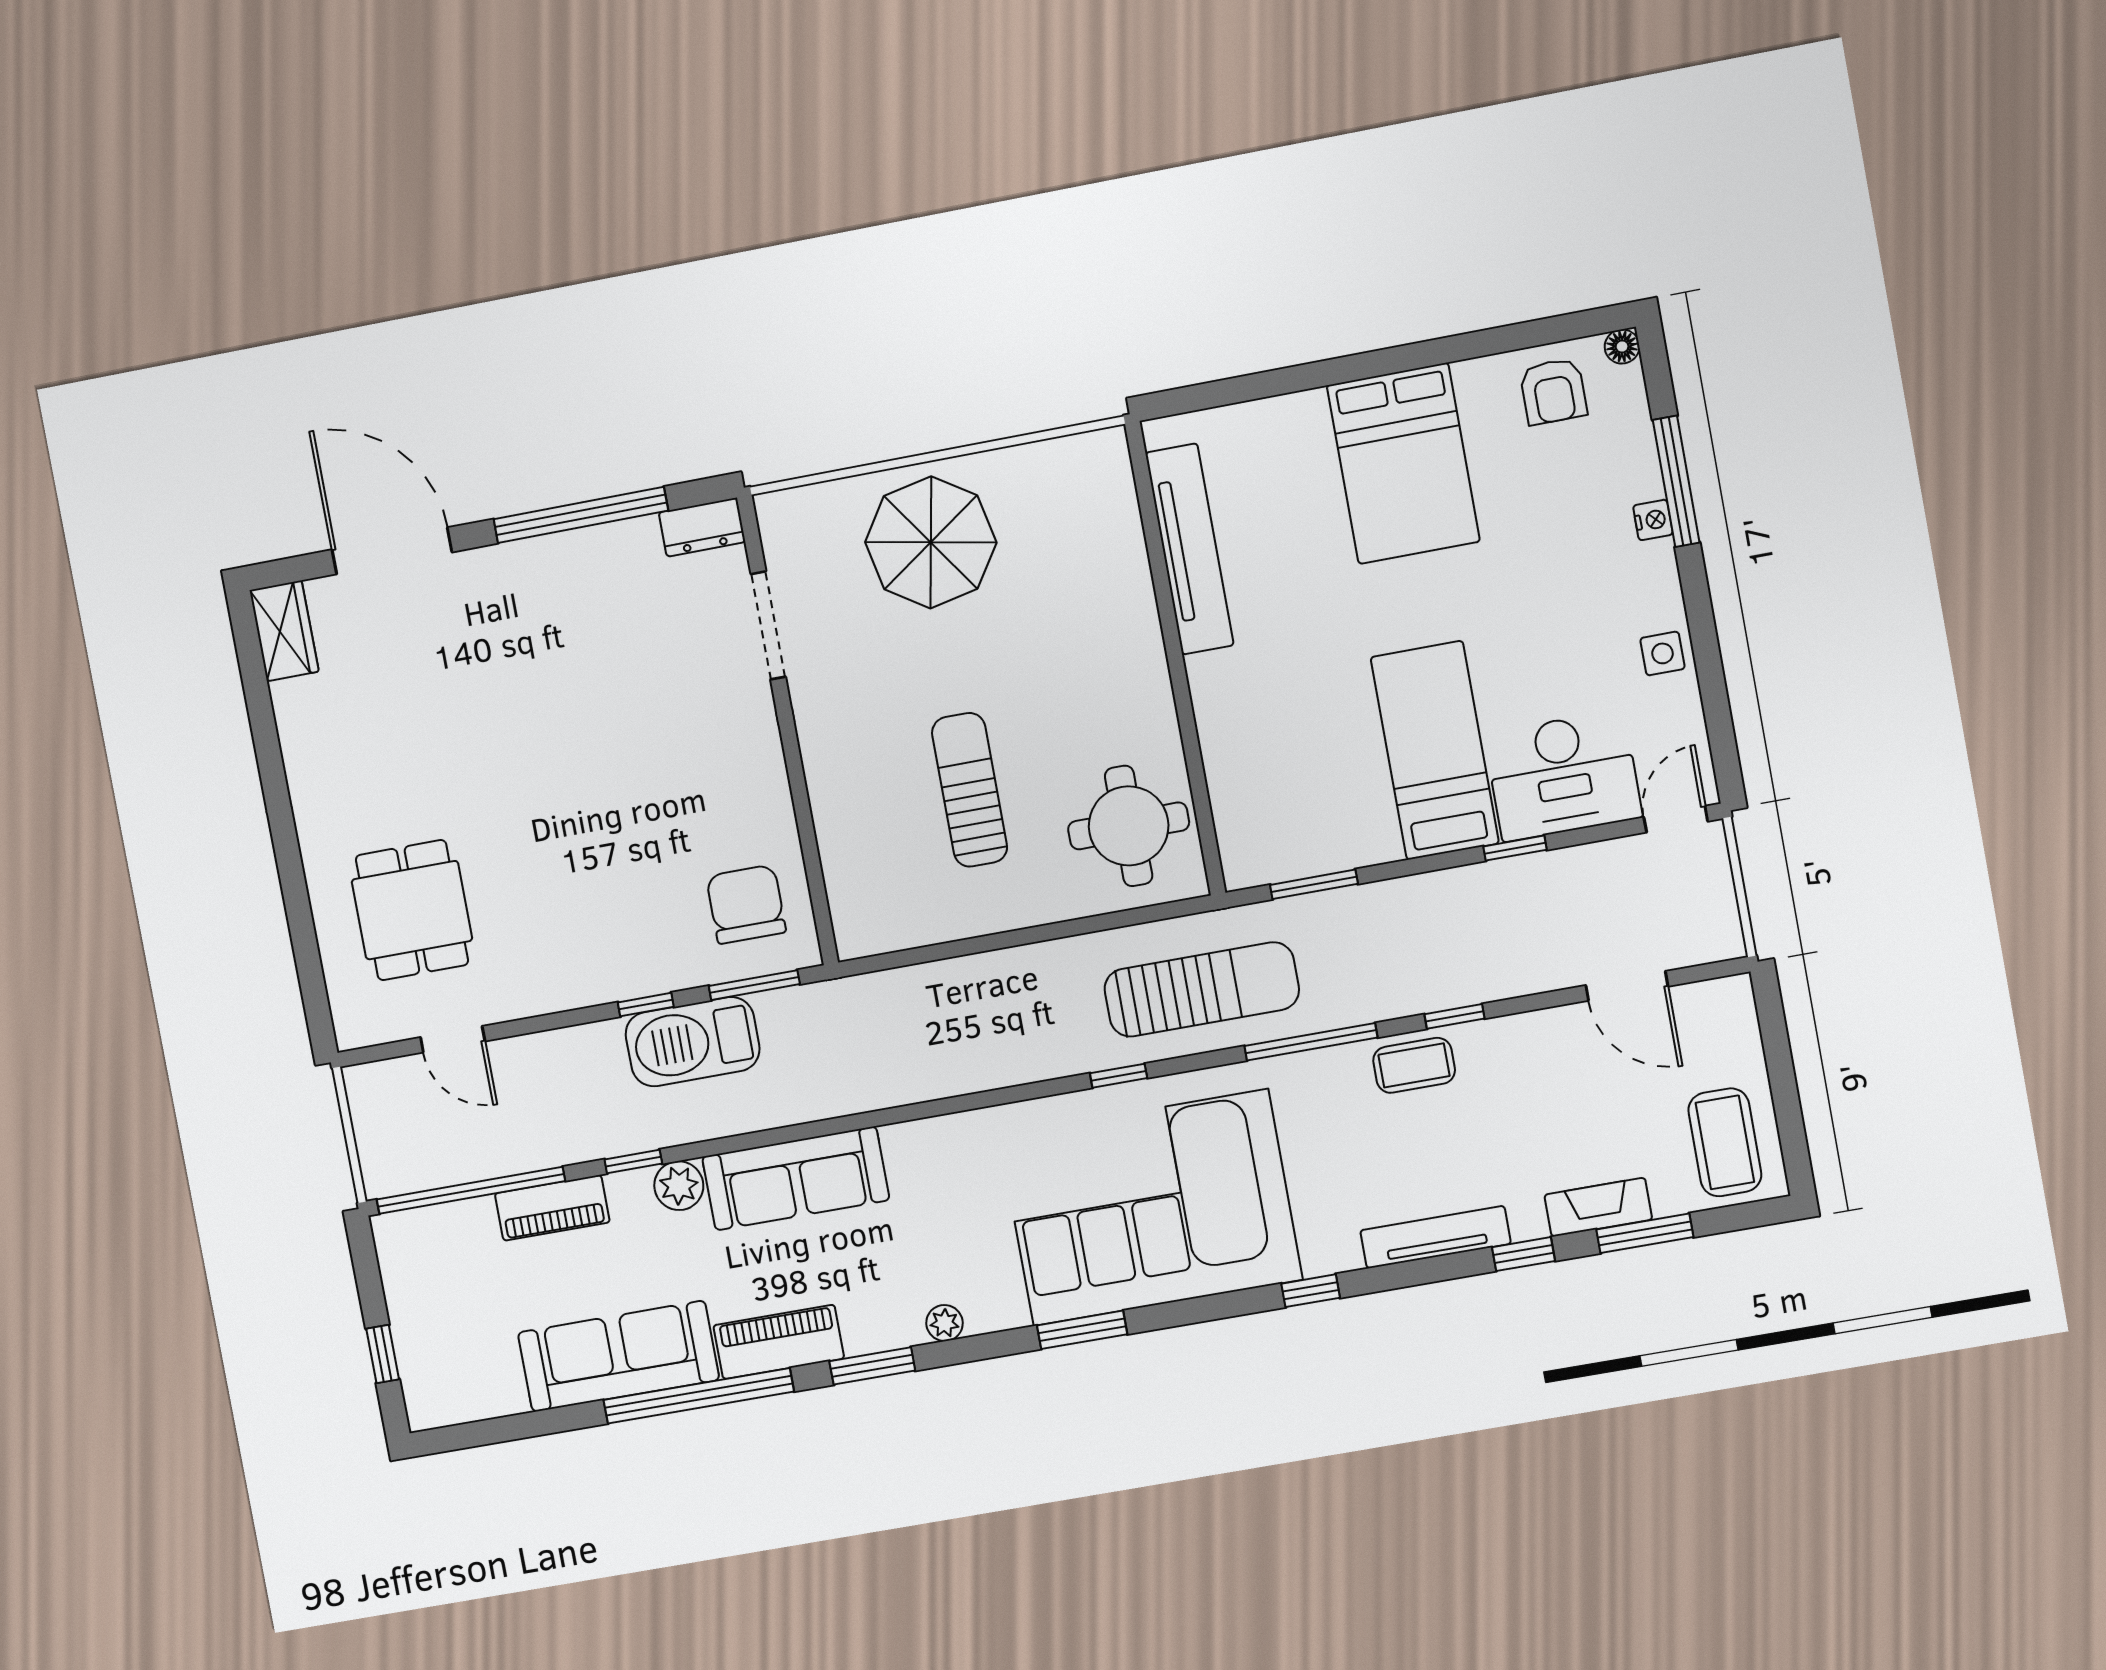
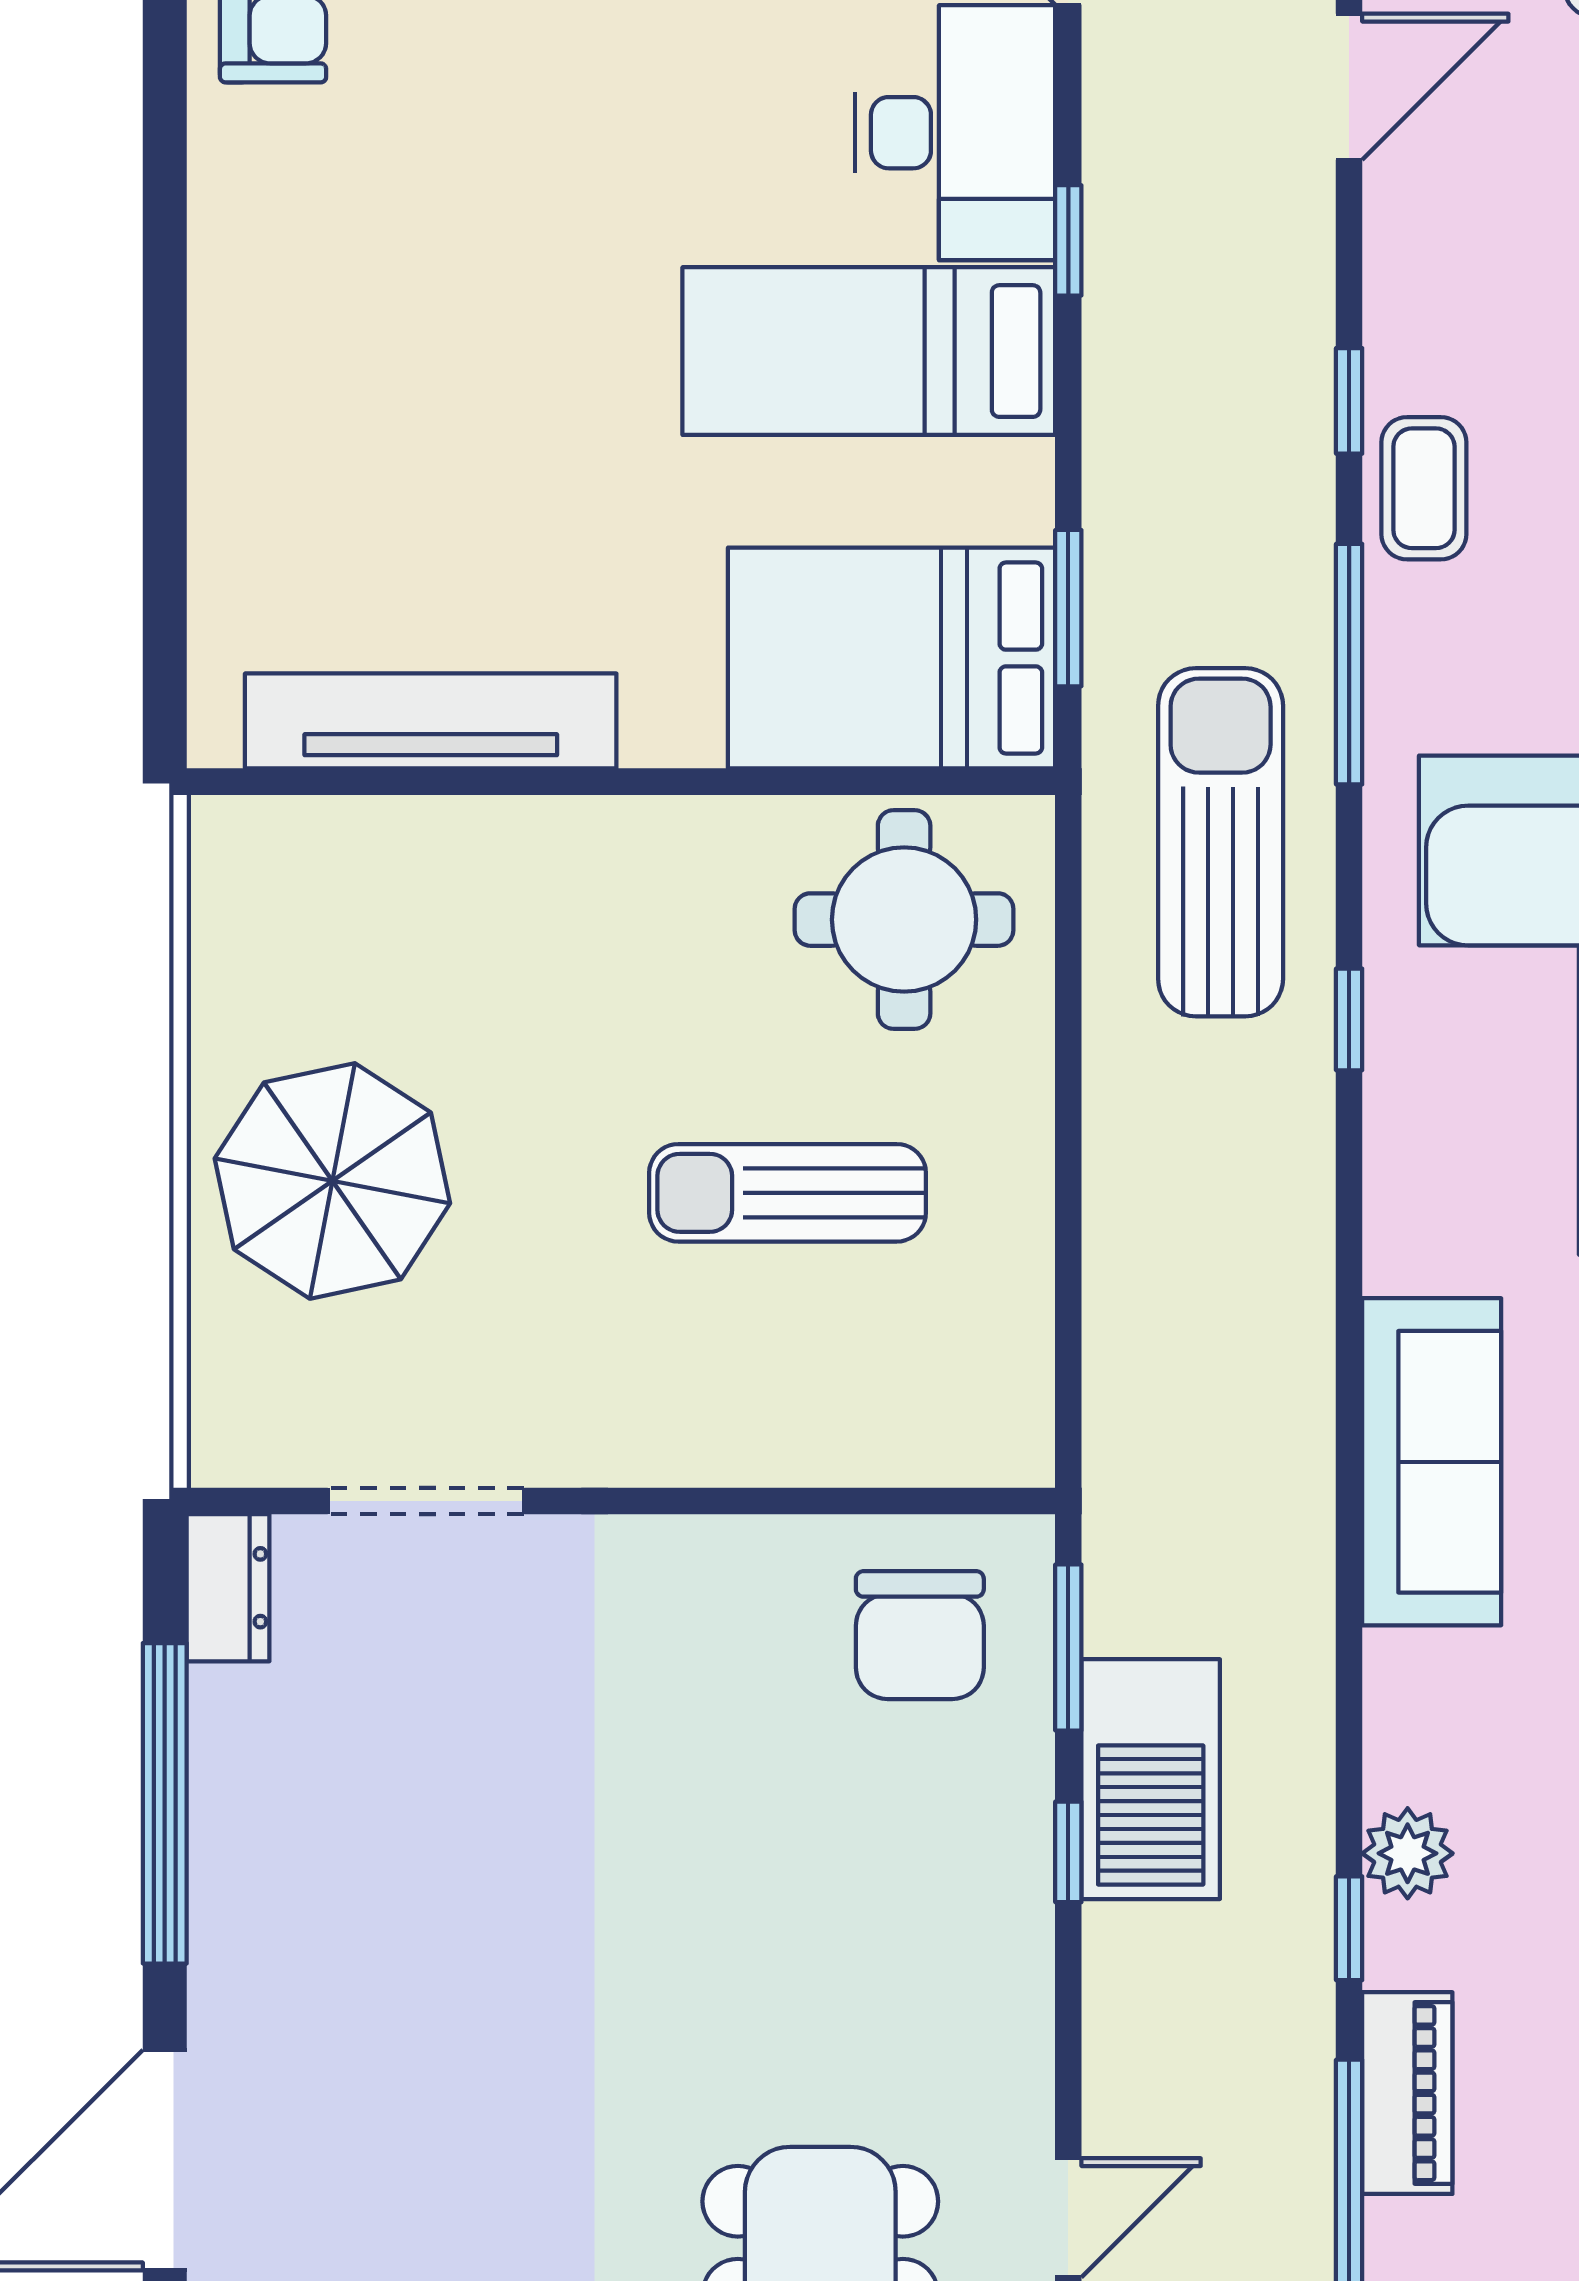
bed: (1403, 463) -> (892, 658), moved, turned 180
chair: (746, 904) -> (920, 1635), turned -90
sofa: (796, 1178) -> (1432, 1462), moved

